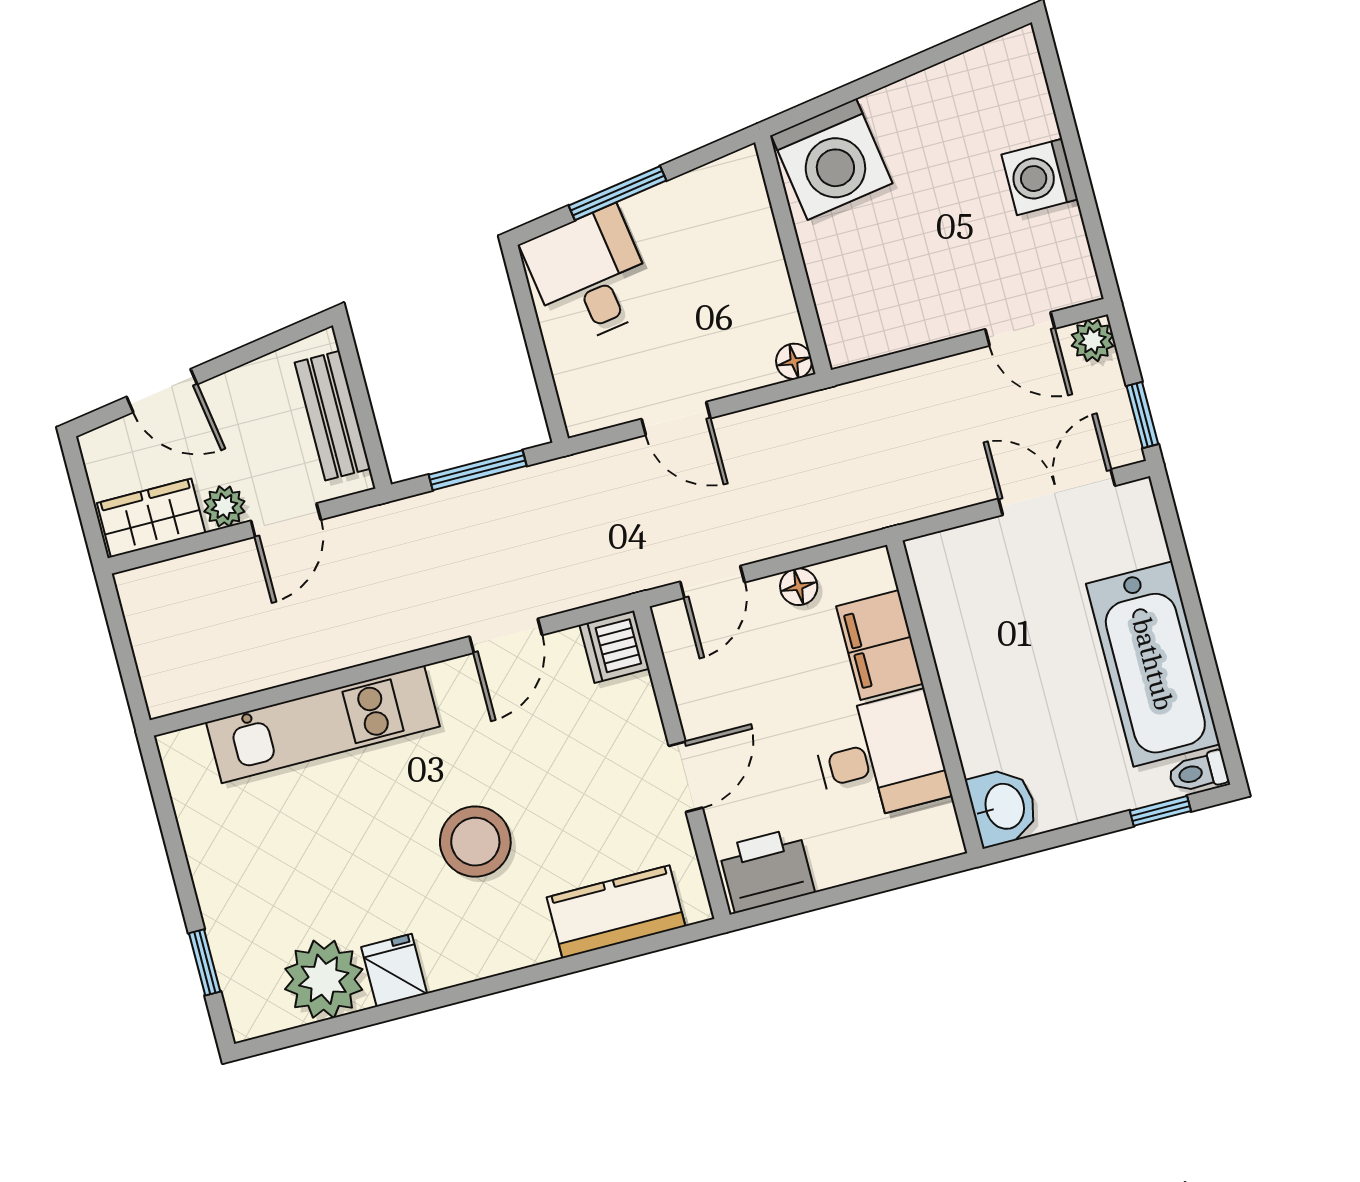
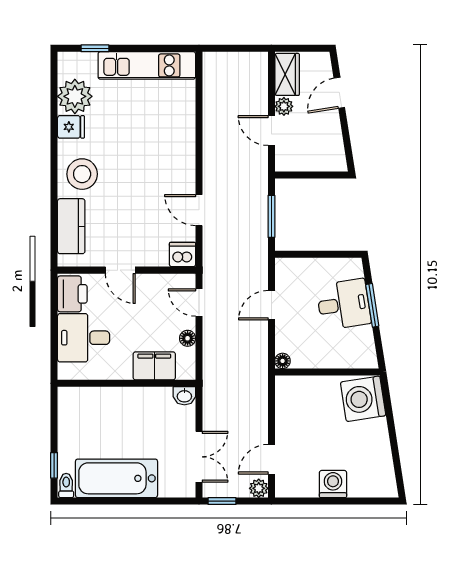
desk: (590, 276) -> (344, 304), moved
bench: (333, 416) -> (310, 162), removed
kitchen unit: (323, 724) -> (147, 65), moved, turned -90
desk: (880, 757) -> (84, 338), moved, turned 90
washbasin: (1003, 807) -> (184, 396), moved, width x0.72, depth x0.69
stool: (475, 842) -> (82, 174), moved

